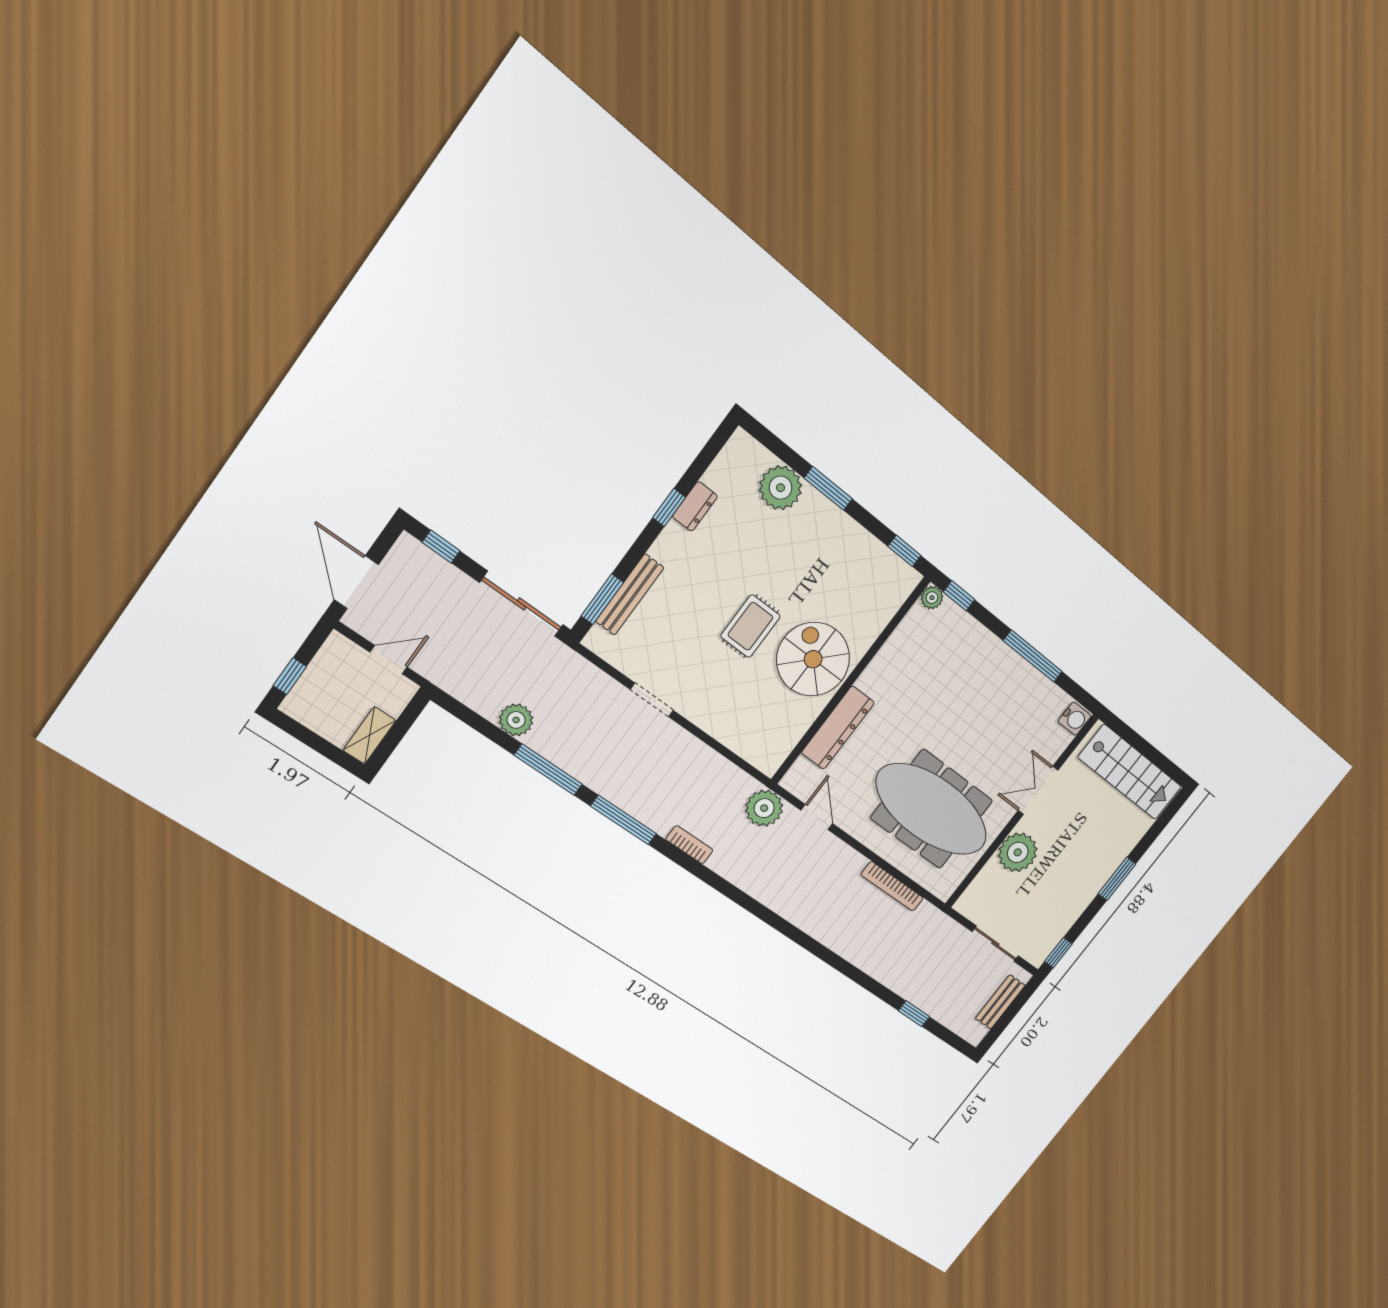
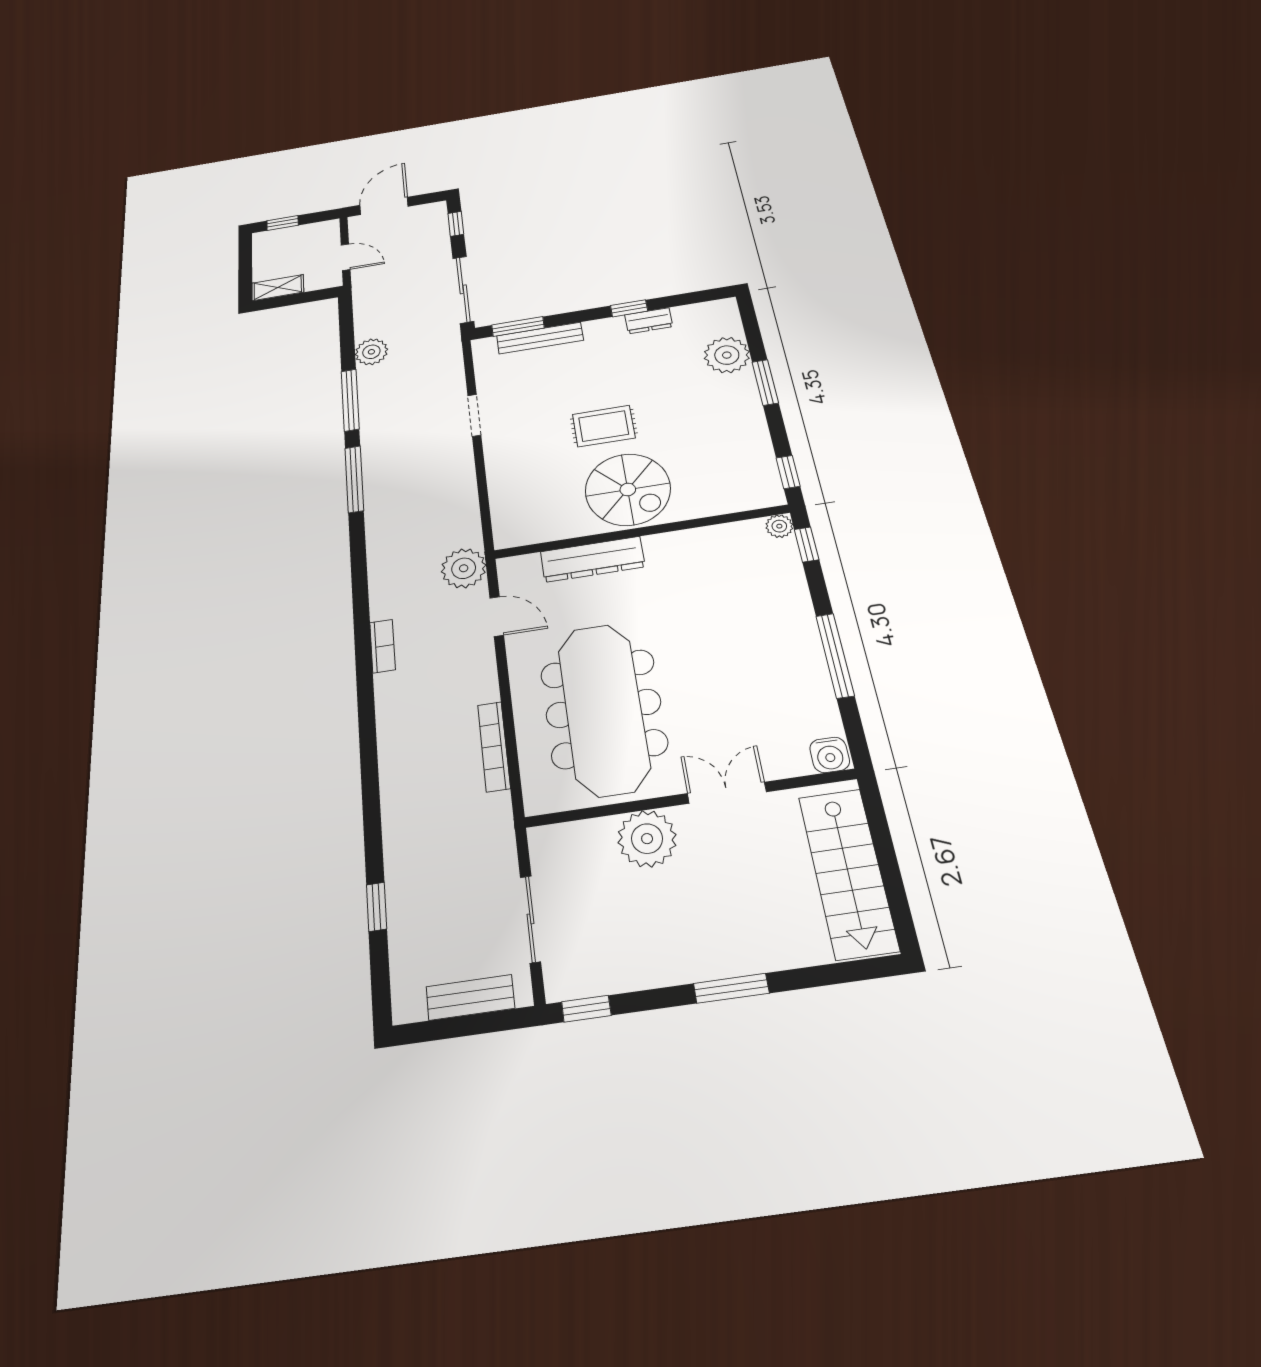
spiral stairs: (813, 659) -> (628, 489), turned 90
door: (817, 817) -> (497, 617), hinge flipped
bookcase: (689, 845) -> (383, 646), moved

